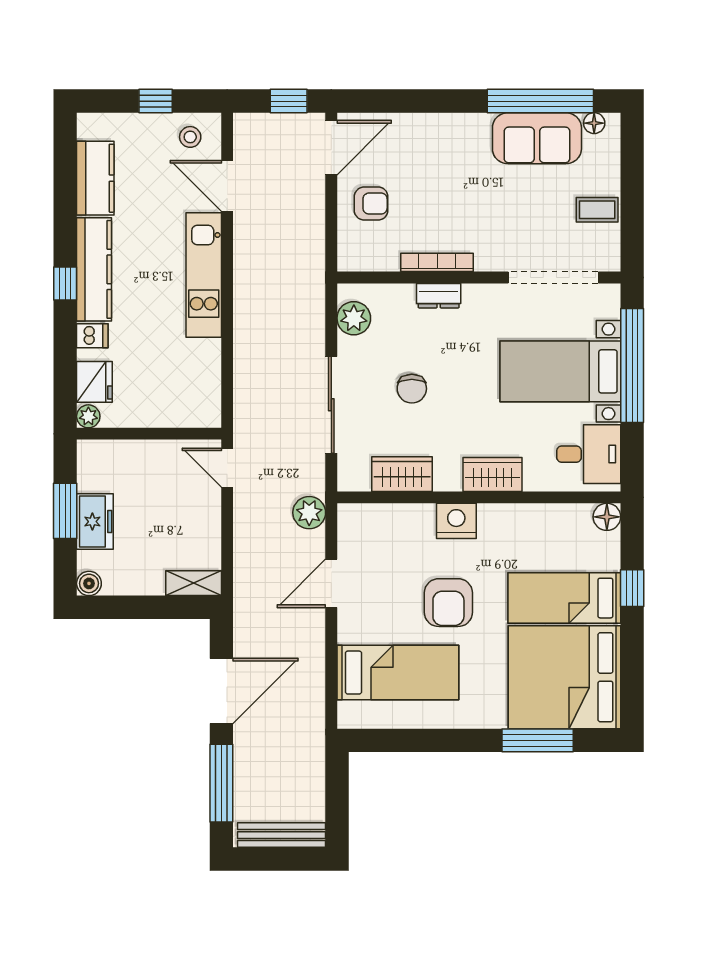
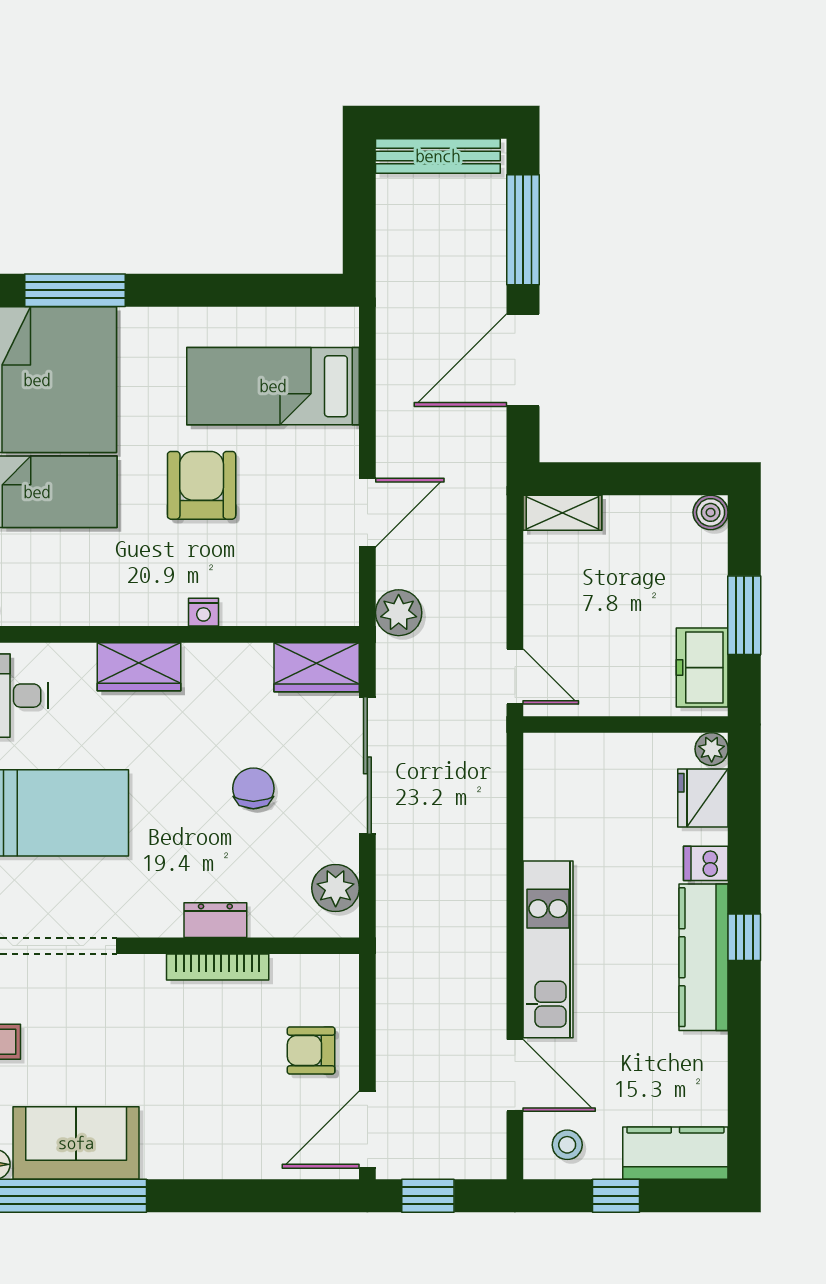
kitchen counter: (95, 178) -> (675, 1153), moved, turned 90
wardrobe: (402, 474) -> (317, 667), moved
nightstand: (456, 521) -> (203, 612), width x0.53, depth x0.56
freezer: (95, 522) -> (702, 668), moved

